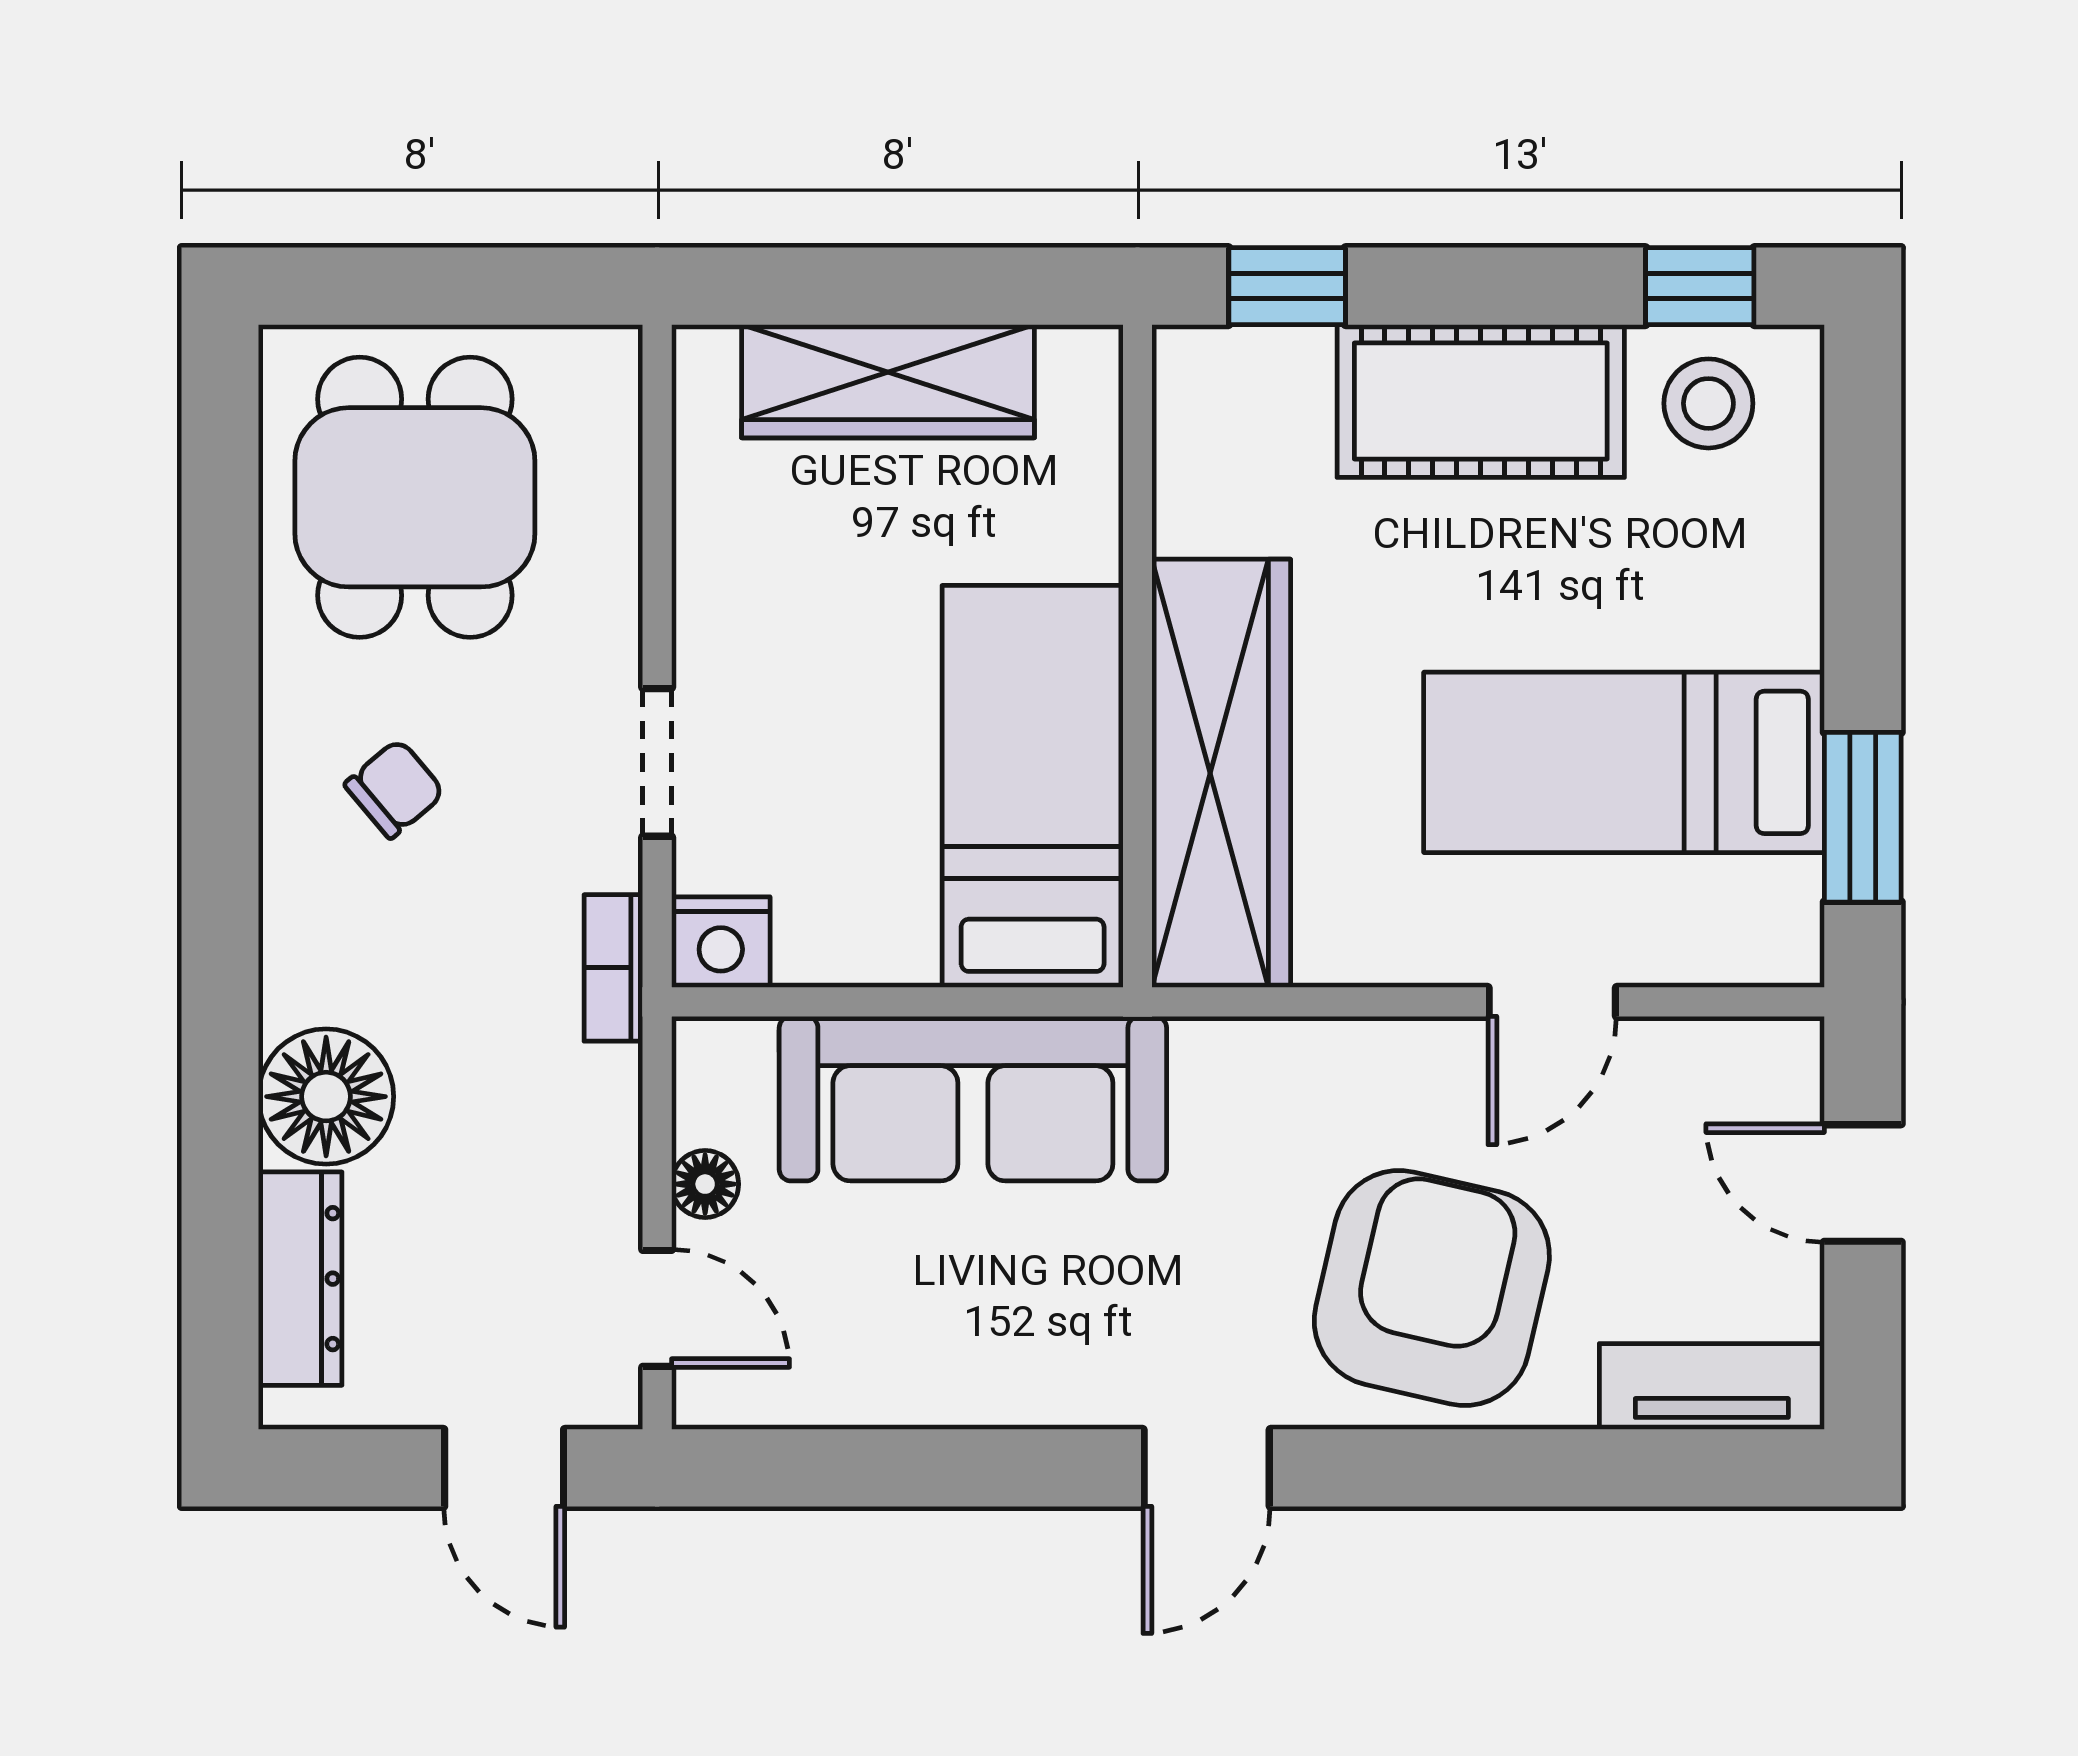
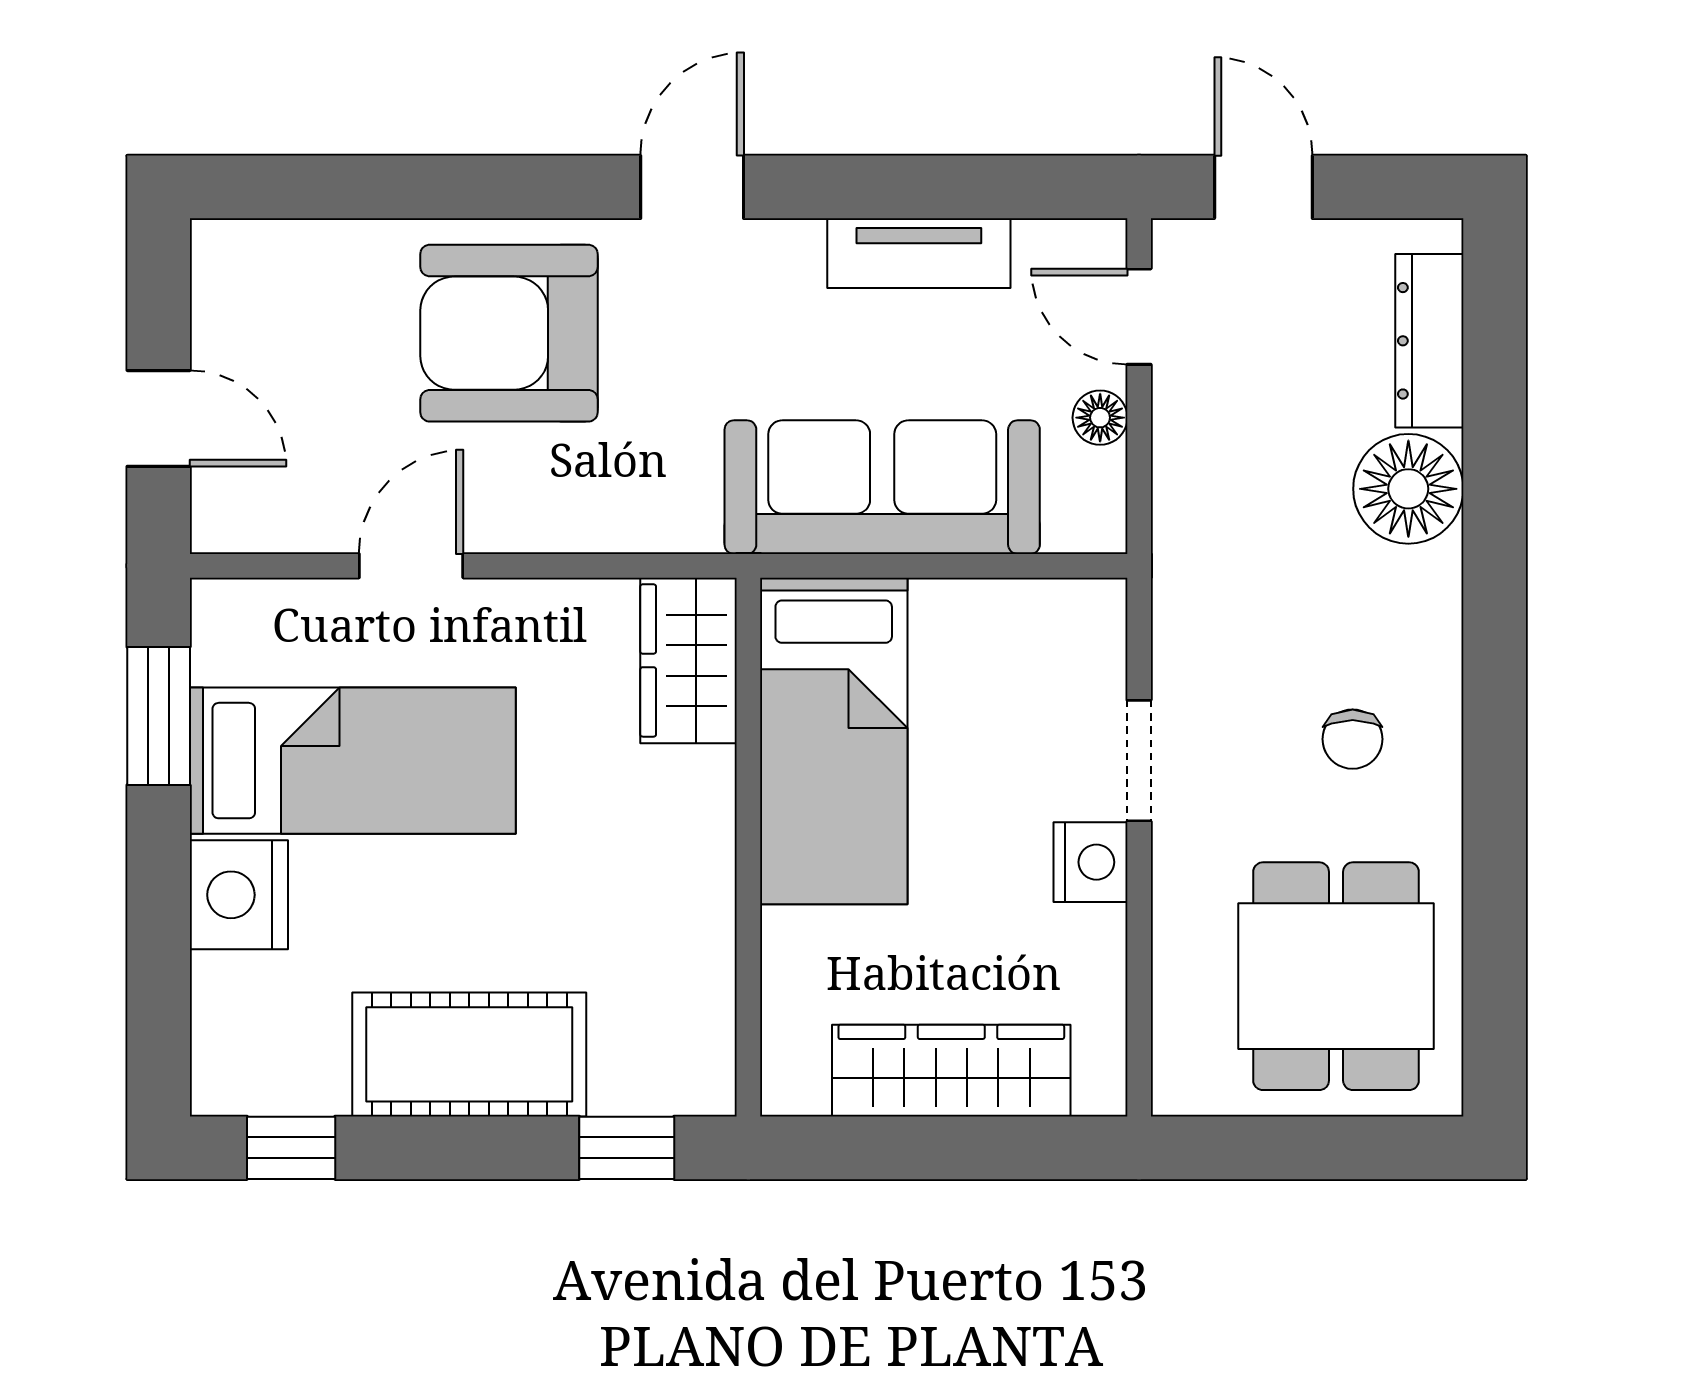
stool: (1708, 403) -> (284, 1052), removed
nightstand: (1764, 597) -> (239, 895), added
wardrobe: (1221, 773) -> (689, 660), width x0.48, depth x0.85
chair: (395, 789) -> (1353, 739), turned -50
nightstand: (721, 942) -> (1090, 862), moved, turned 90
bookcase: (613, 968) -> (1175, 593), removed
armchair: (1432, 1288) -> (509, 333), turned 77
tv unit: (1712, 1386) -> (919, 253), moved

